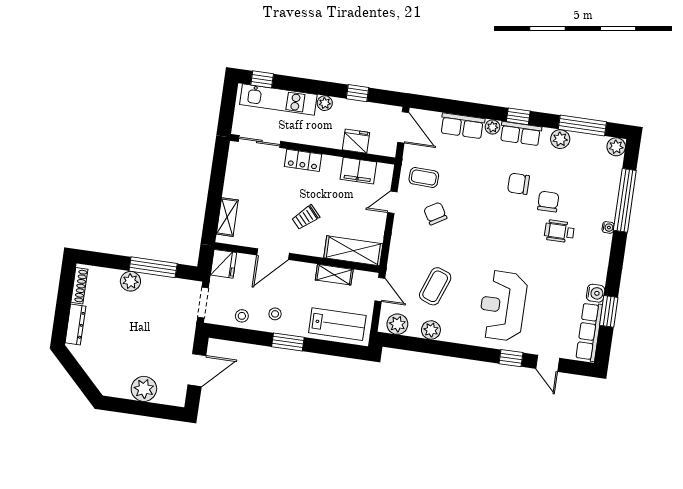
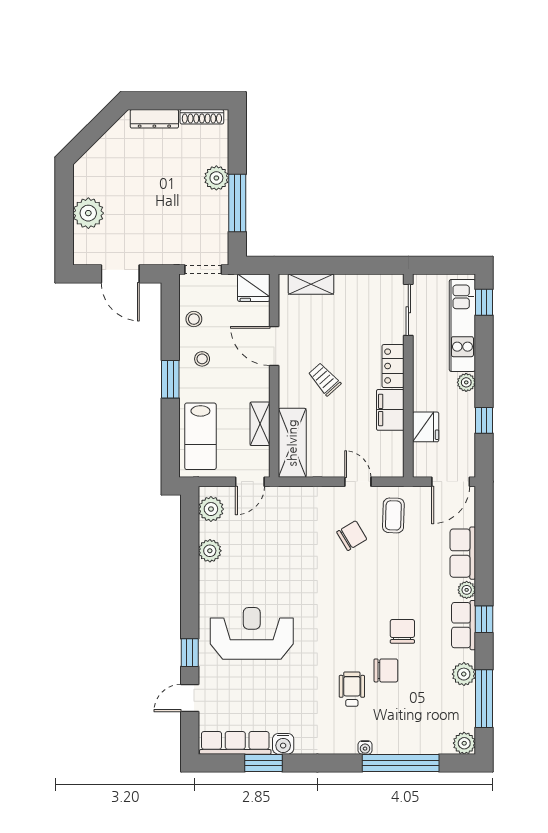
filing cabinet: (358, 171) -> (390, 410), moved
coffee table: (435, 286) -> (264, 548), removed

